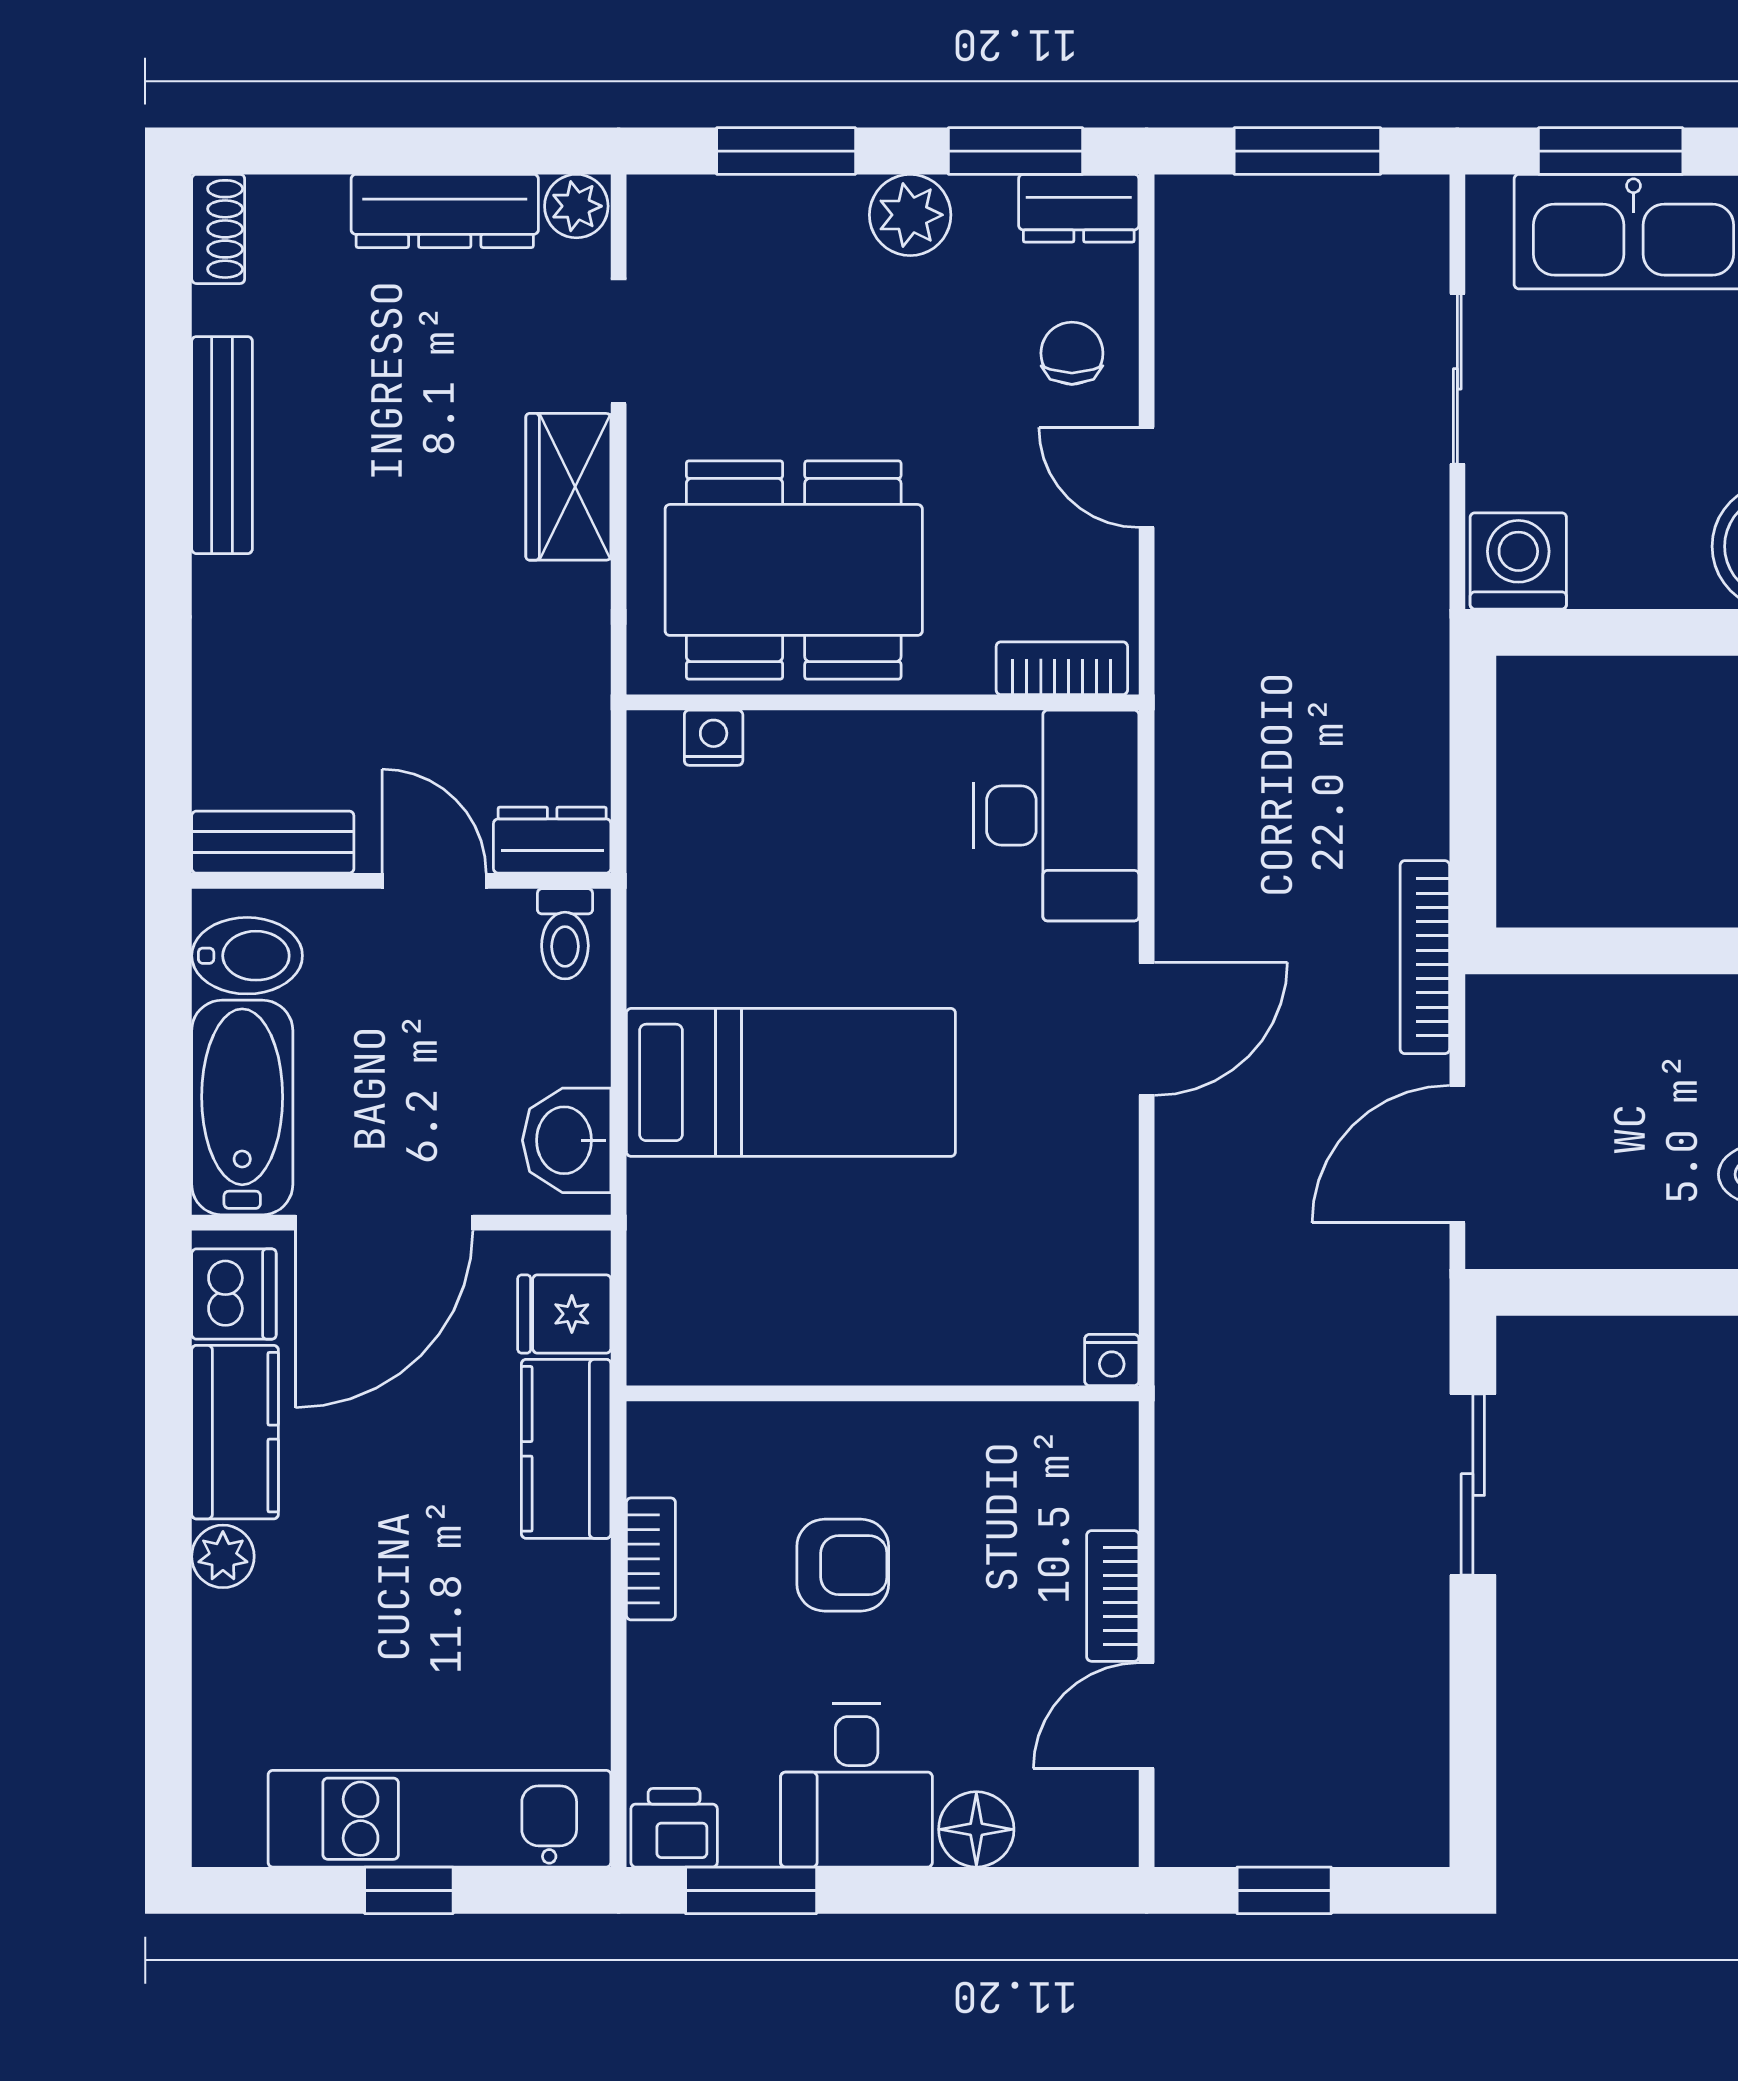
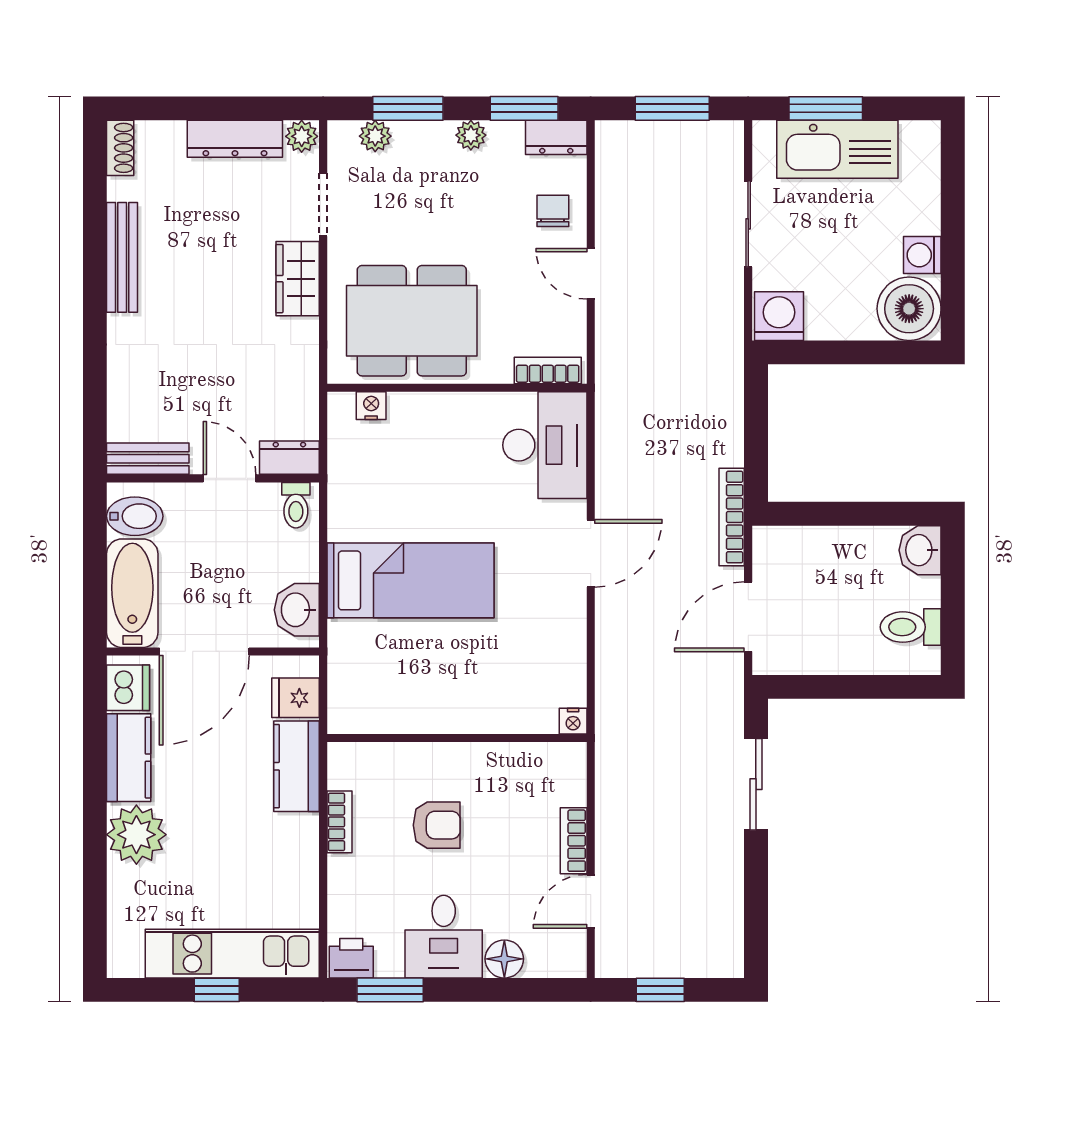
plant: (722, 206) -> (375, 136), added
plant: (910, 215) -> (471, 135), width x0.73, depth x0.73
plant: (223, 1556) -> (136, 835), width x1.88, depth x1.88

